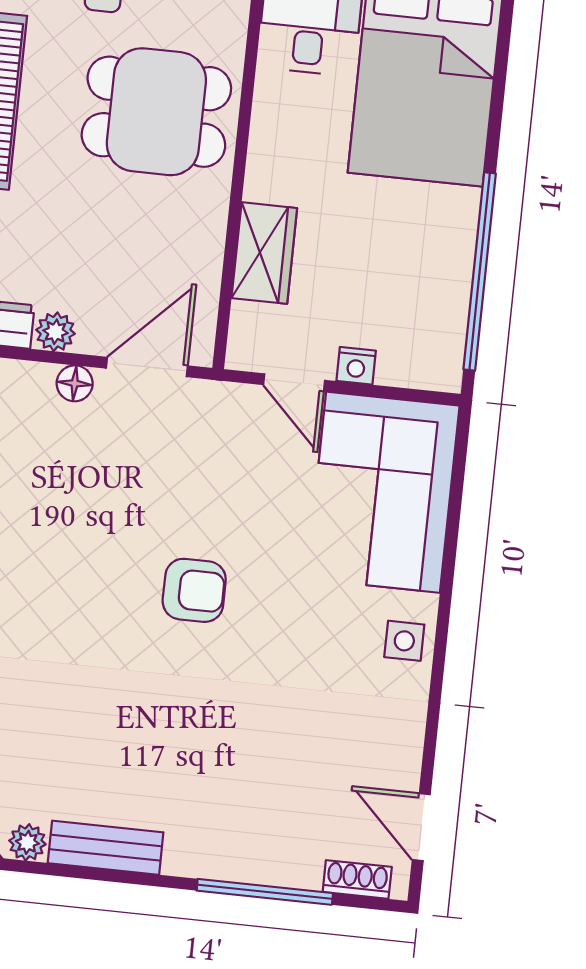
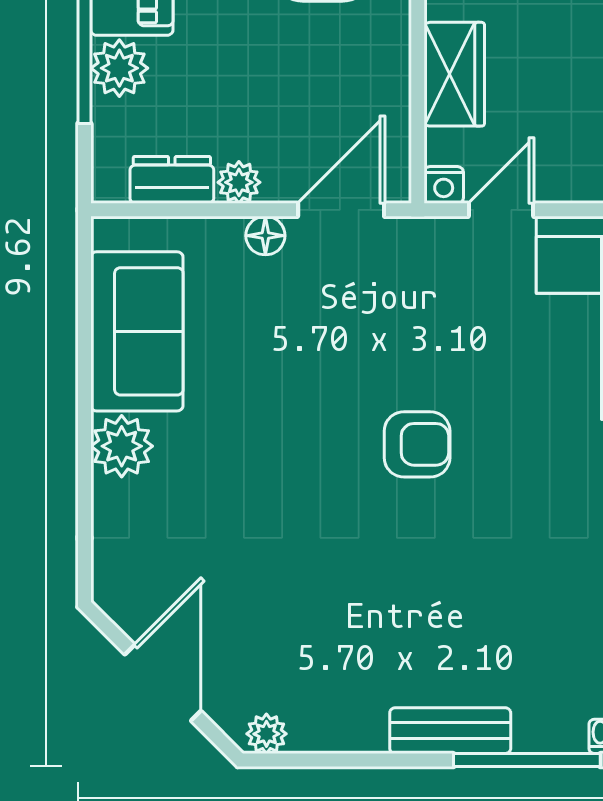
nightstand: (356, 366) -> (444, 185), moved
door: (294, 382) -> (501, 210), swing flipped
bench: (106, 848) -> (450, 731), moved

